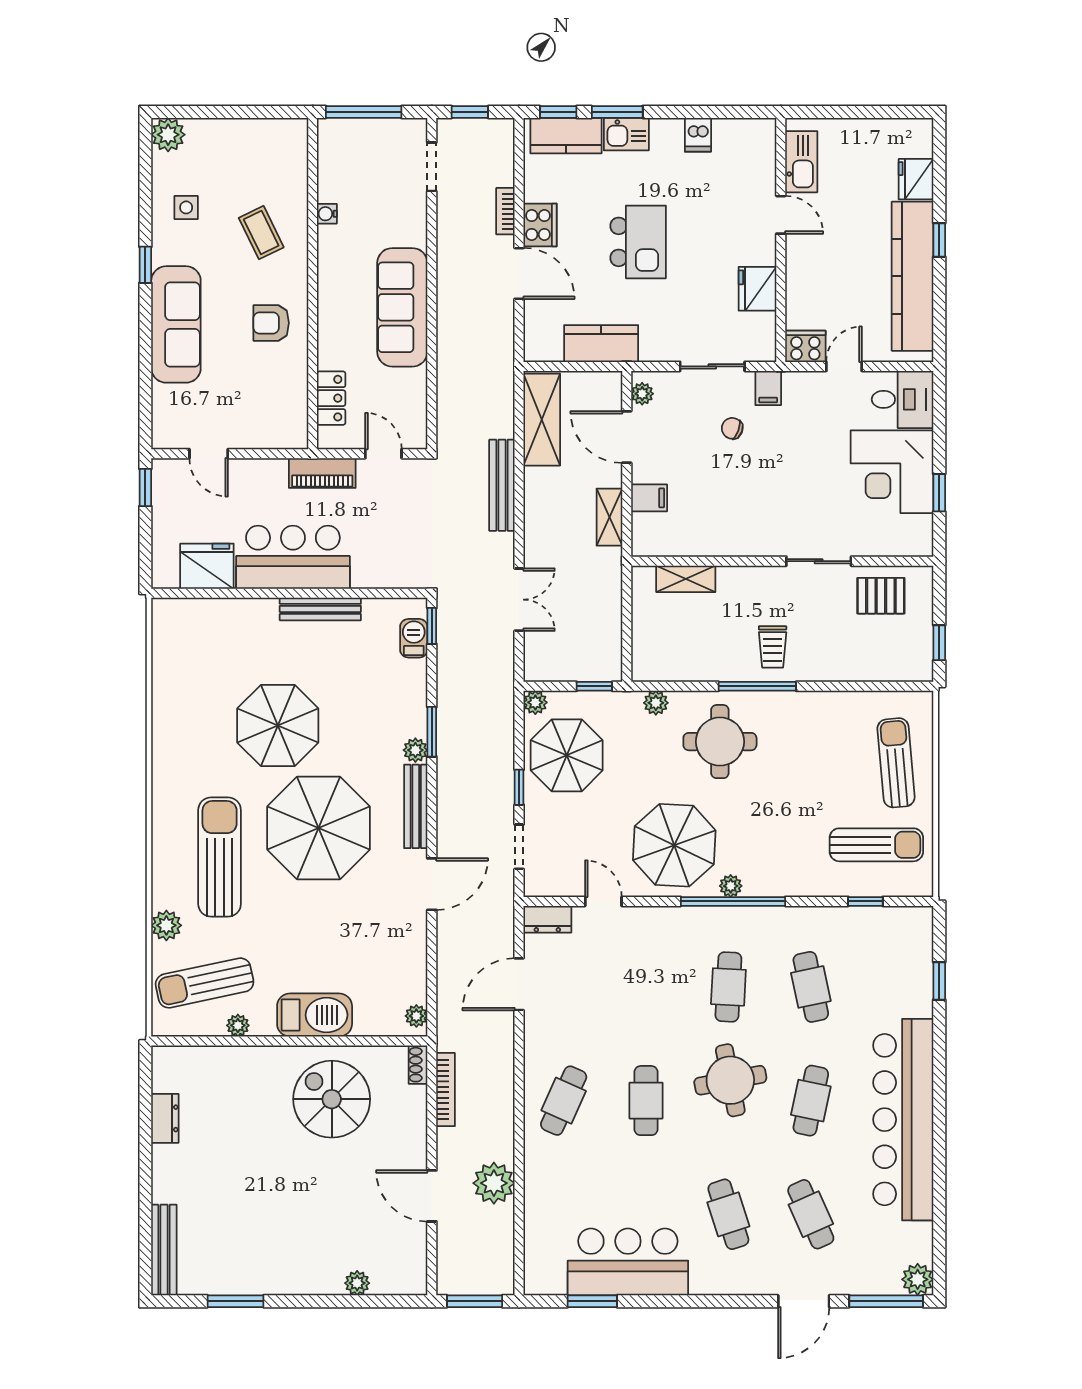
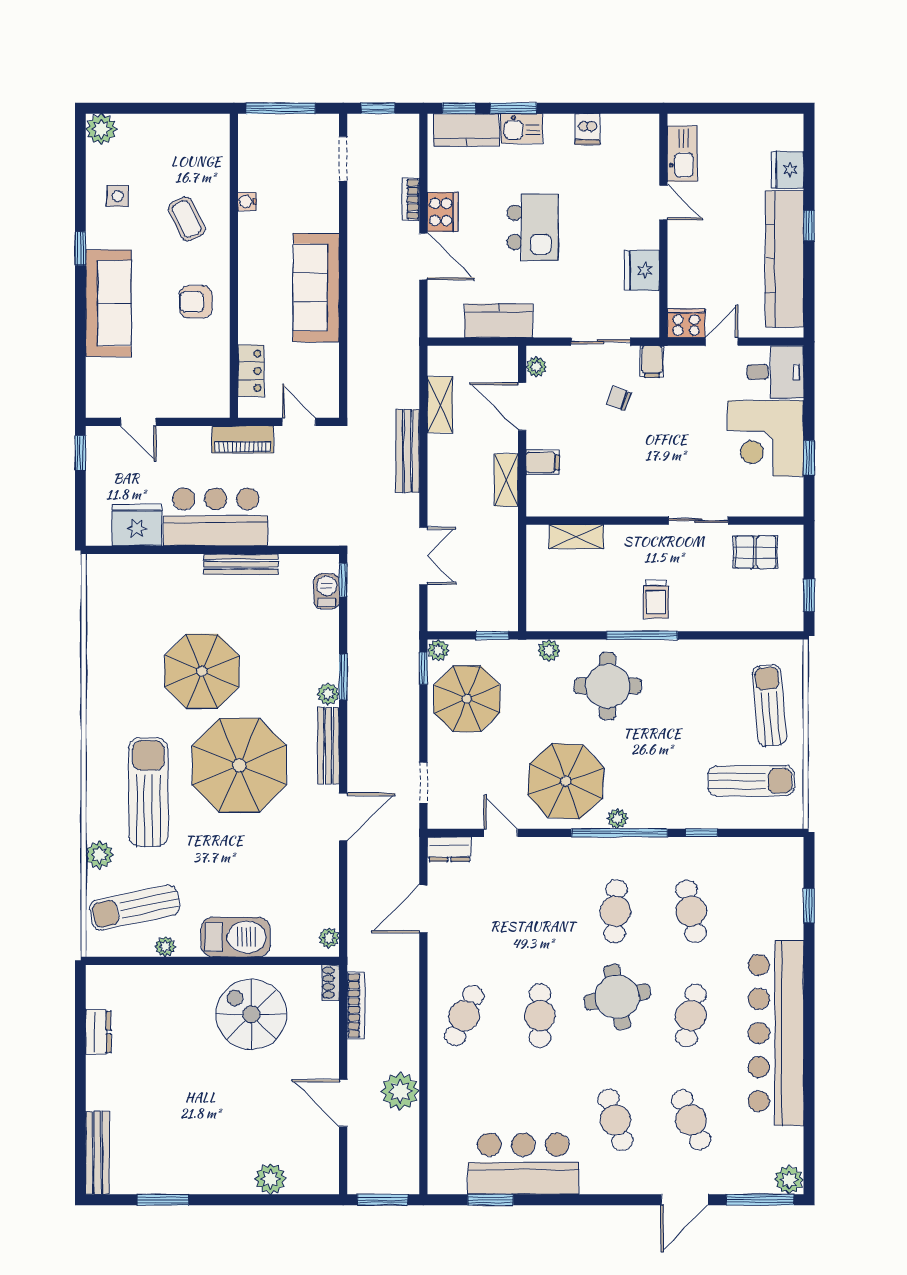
shelving: (542, 420) -> (440, 405), width x0.67, depth x0.75
window: (519, 787) -> (423, 668), moved
window: (865, 901) -> (702, 833), moved
plant: (357, 1283) -> (270, 1179), width x1.38, depth x1.38

